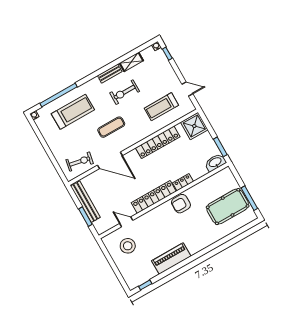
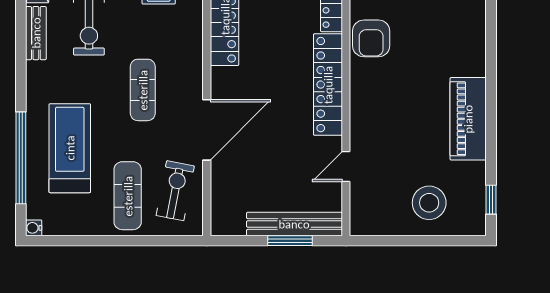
exercise mat: (67, 144) -> (128, 196), added
bench: (85, 202) -> (294, 224), moved
stool: (128, 246) -> (429, 203), moved

